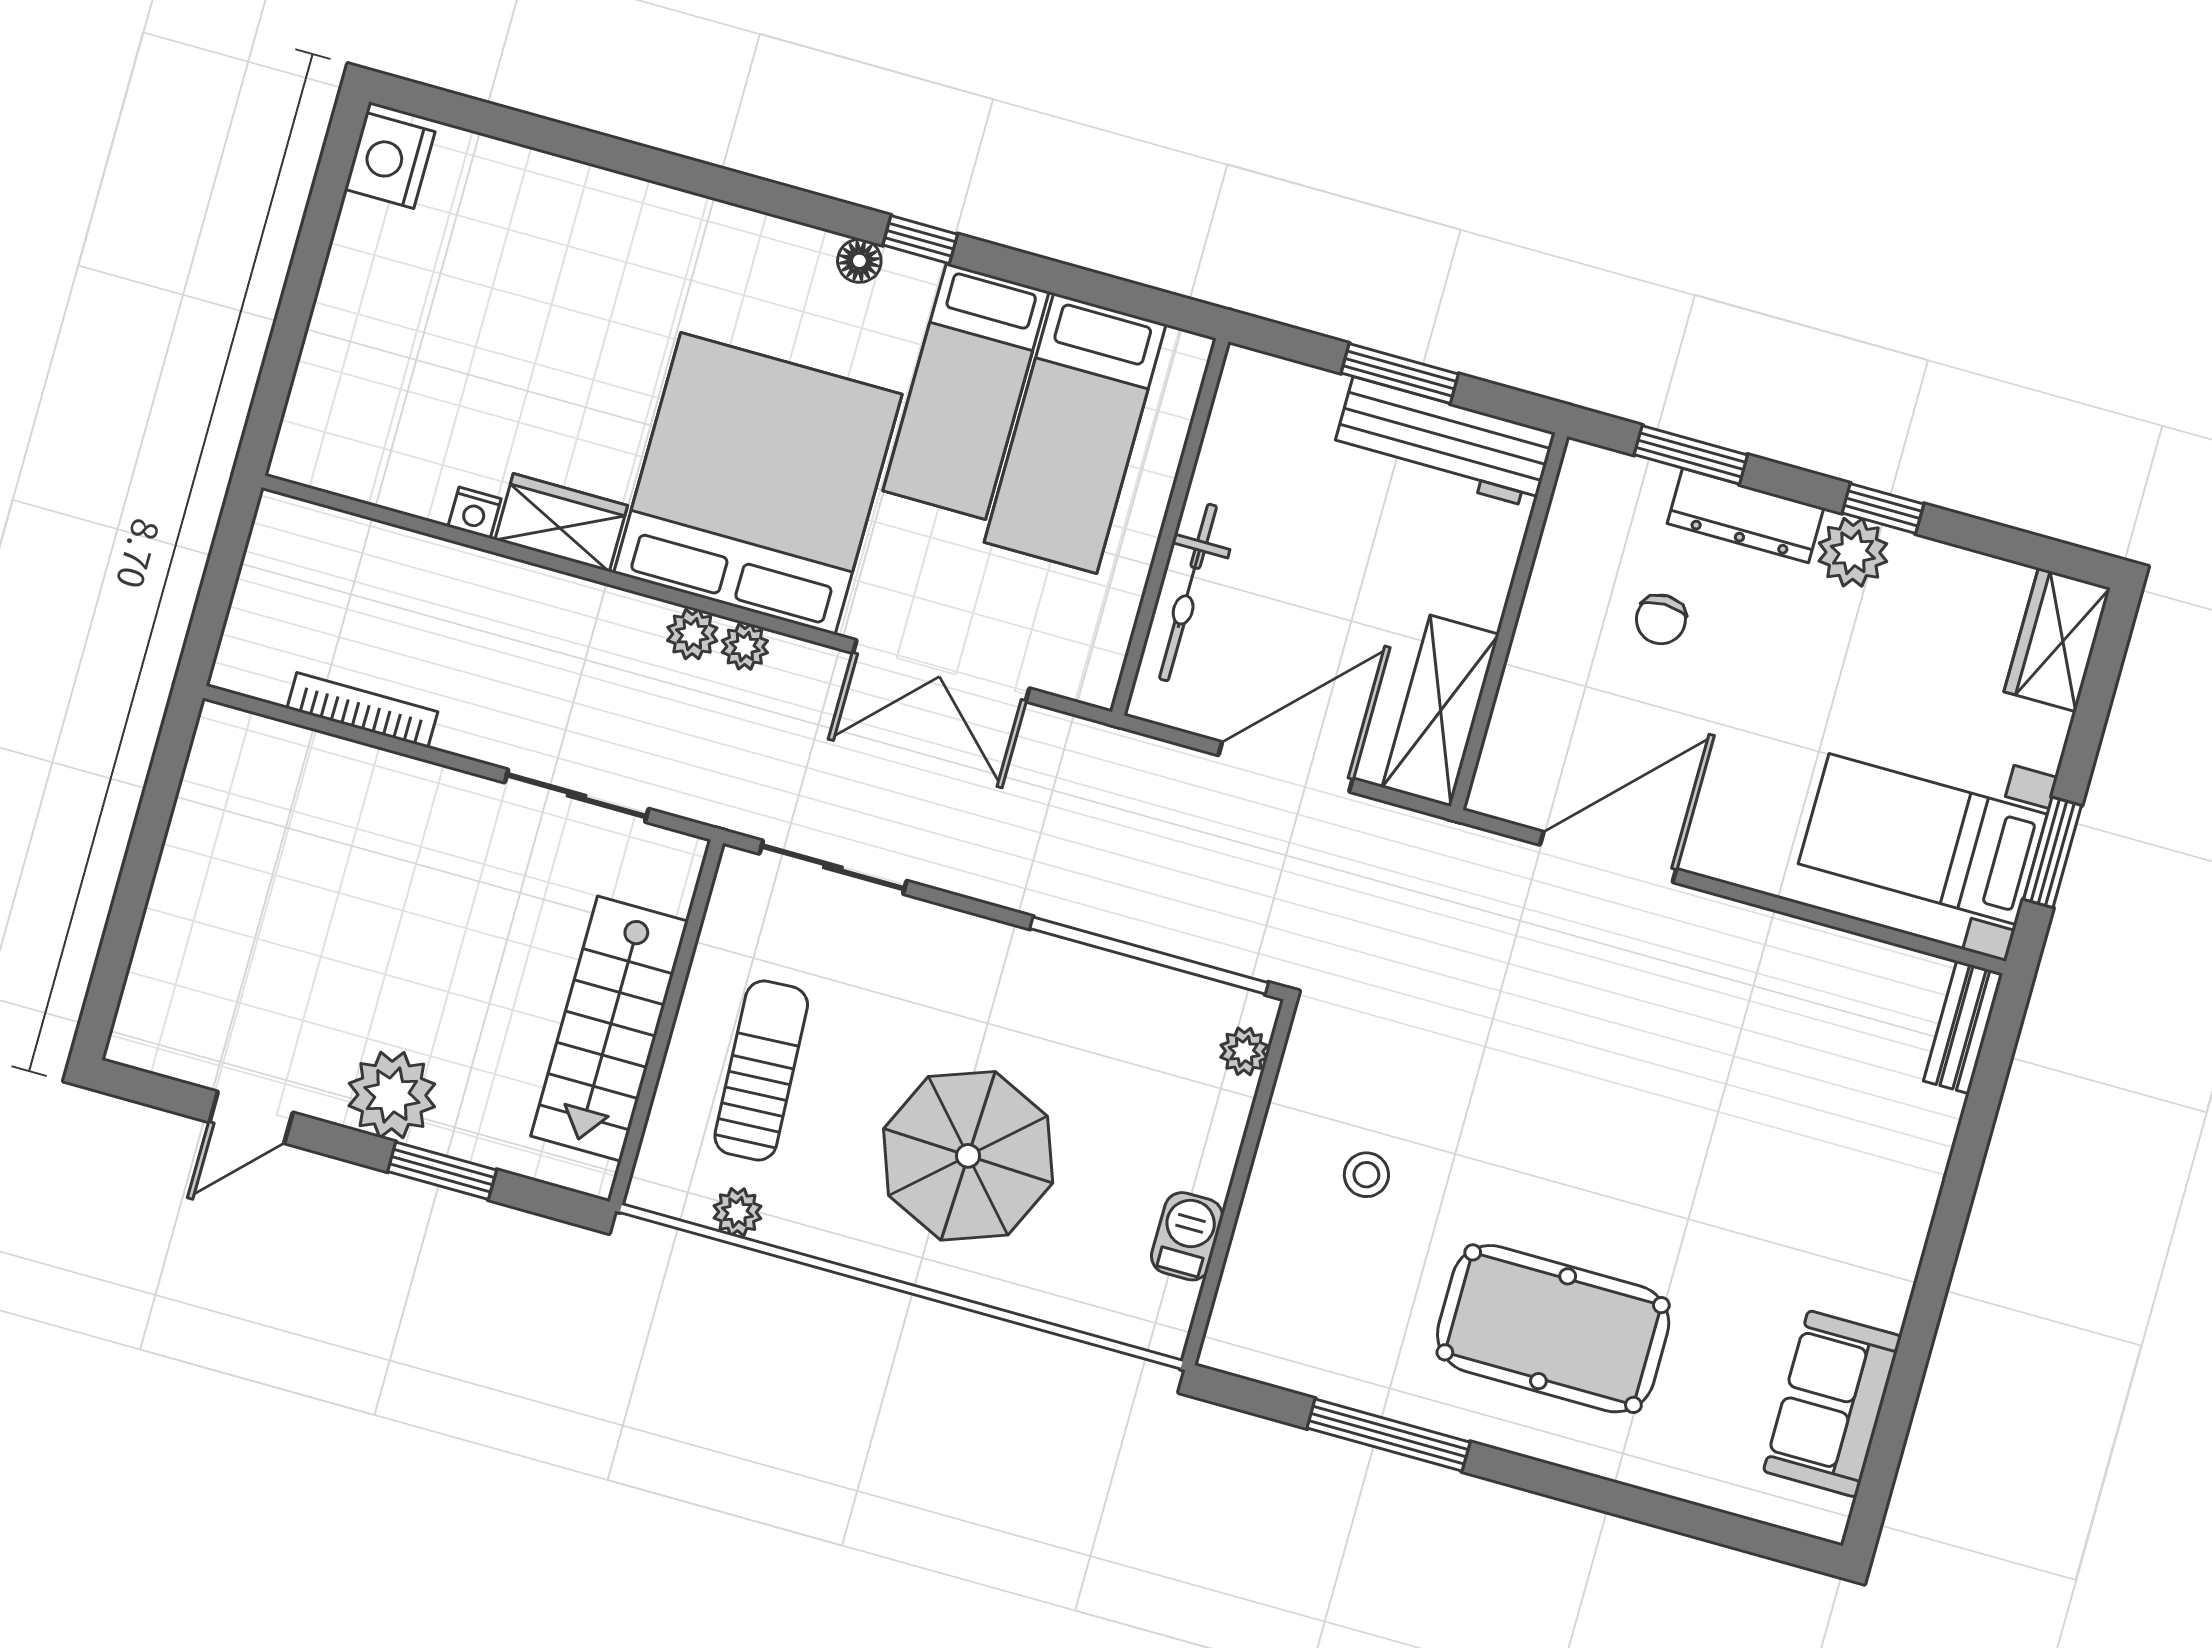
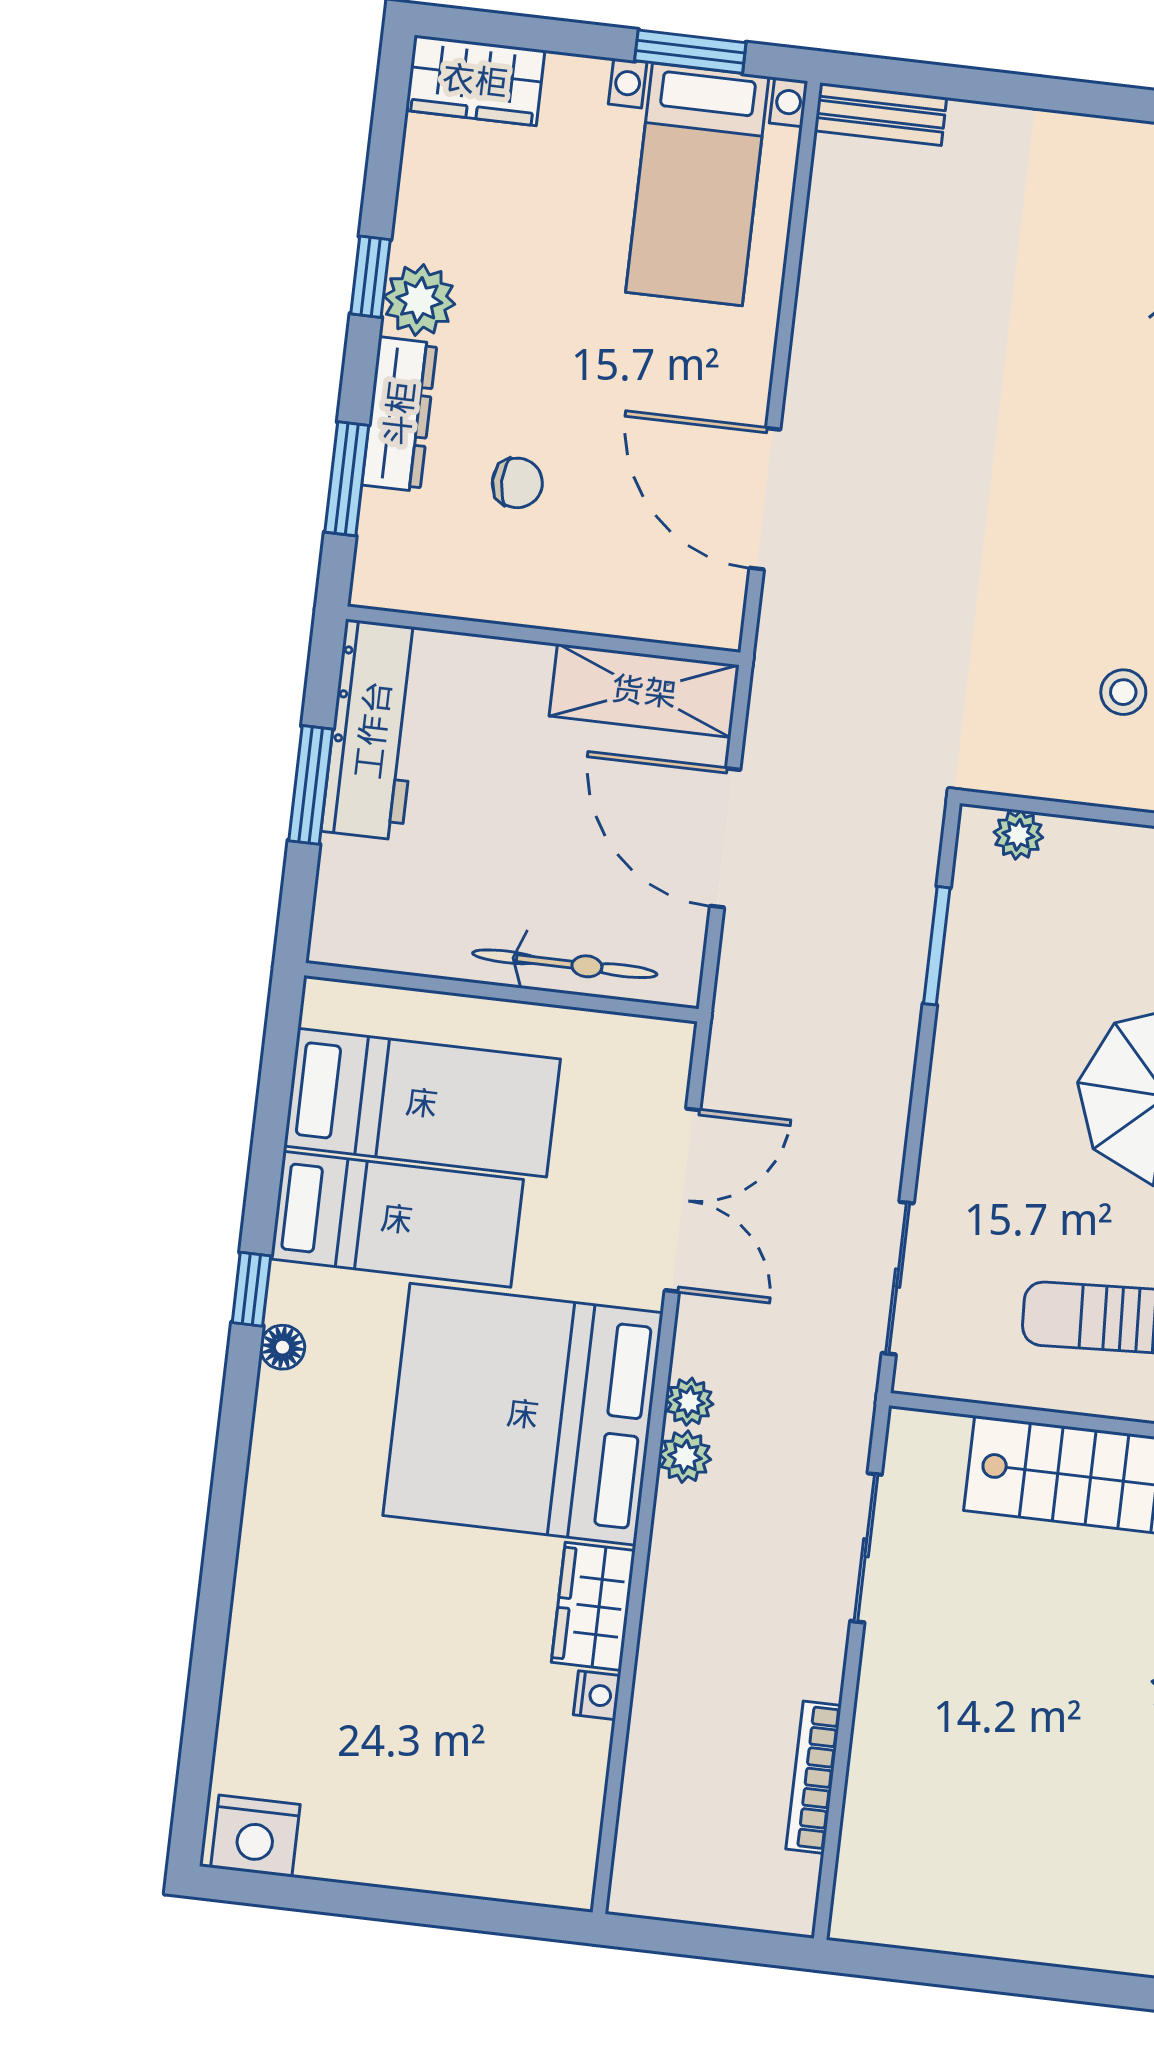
window: (1149, 956) -> (937, 946), width x0.47

